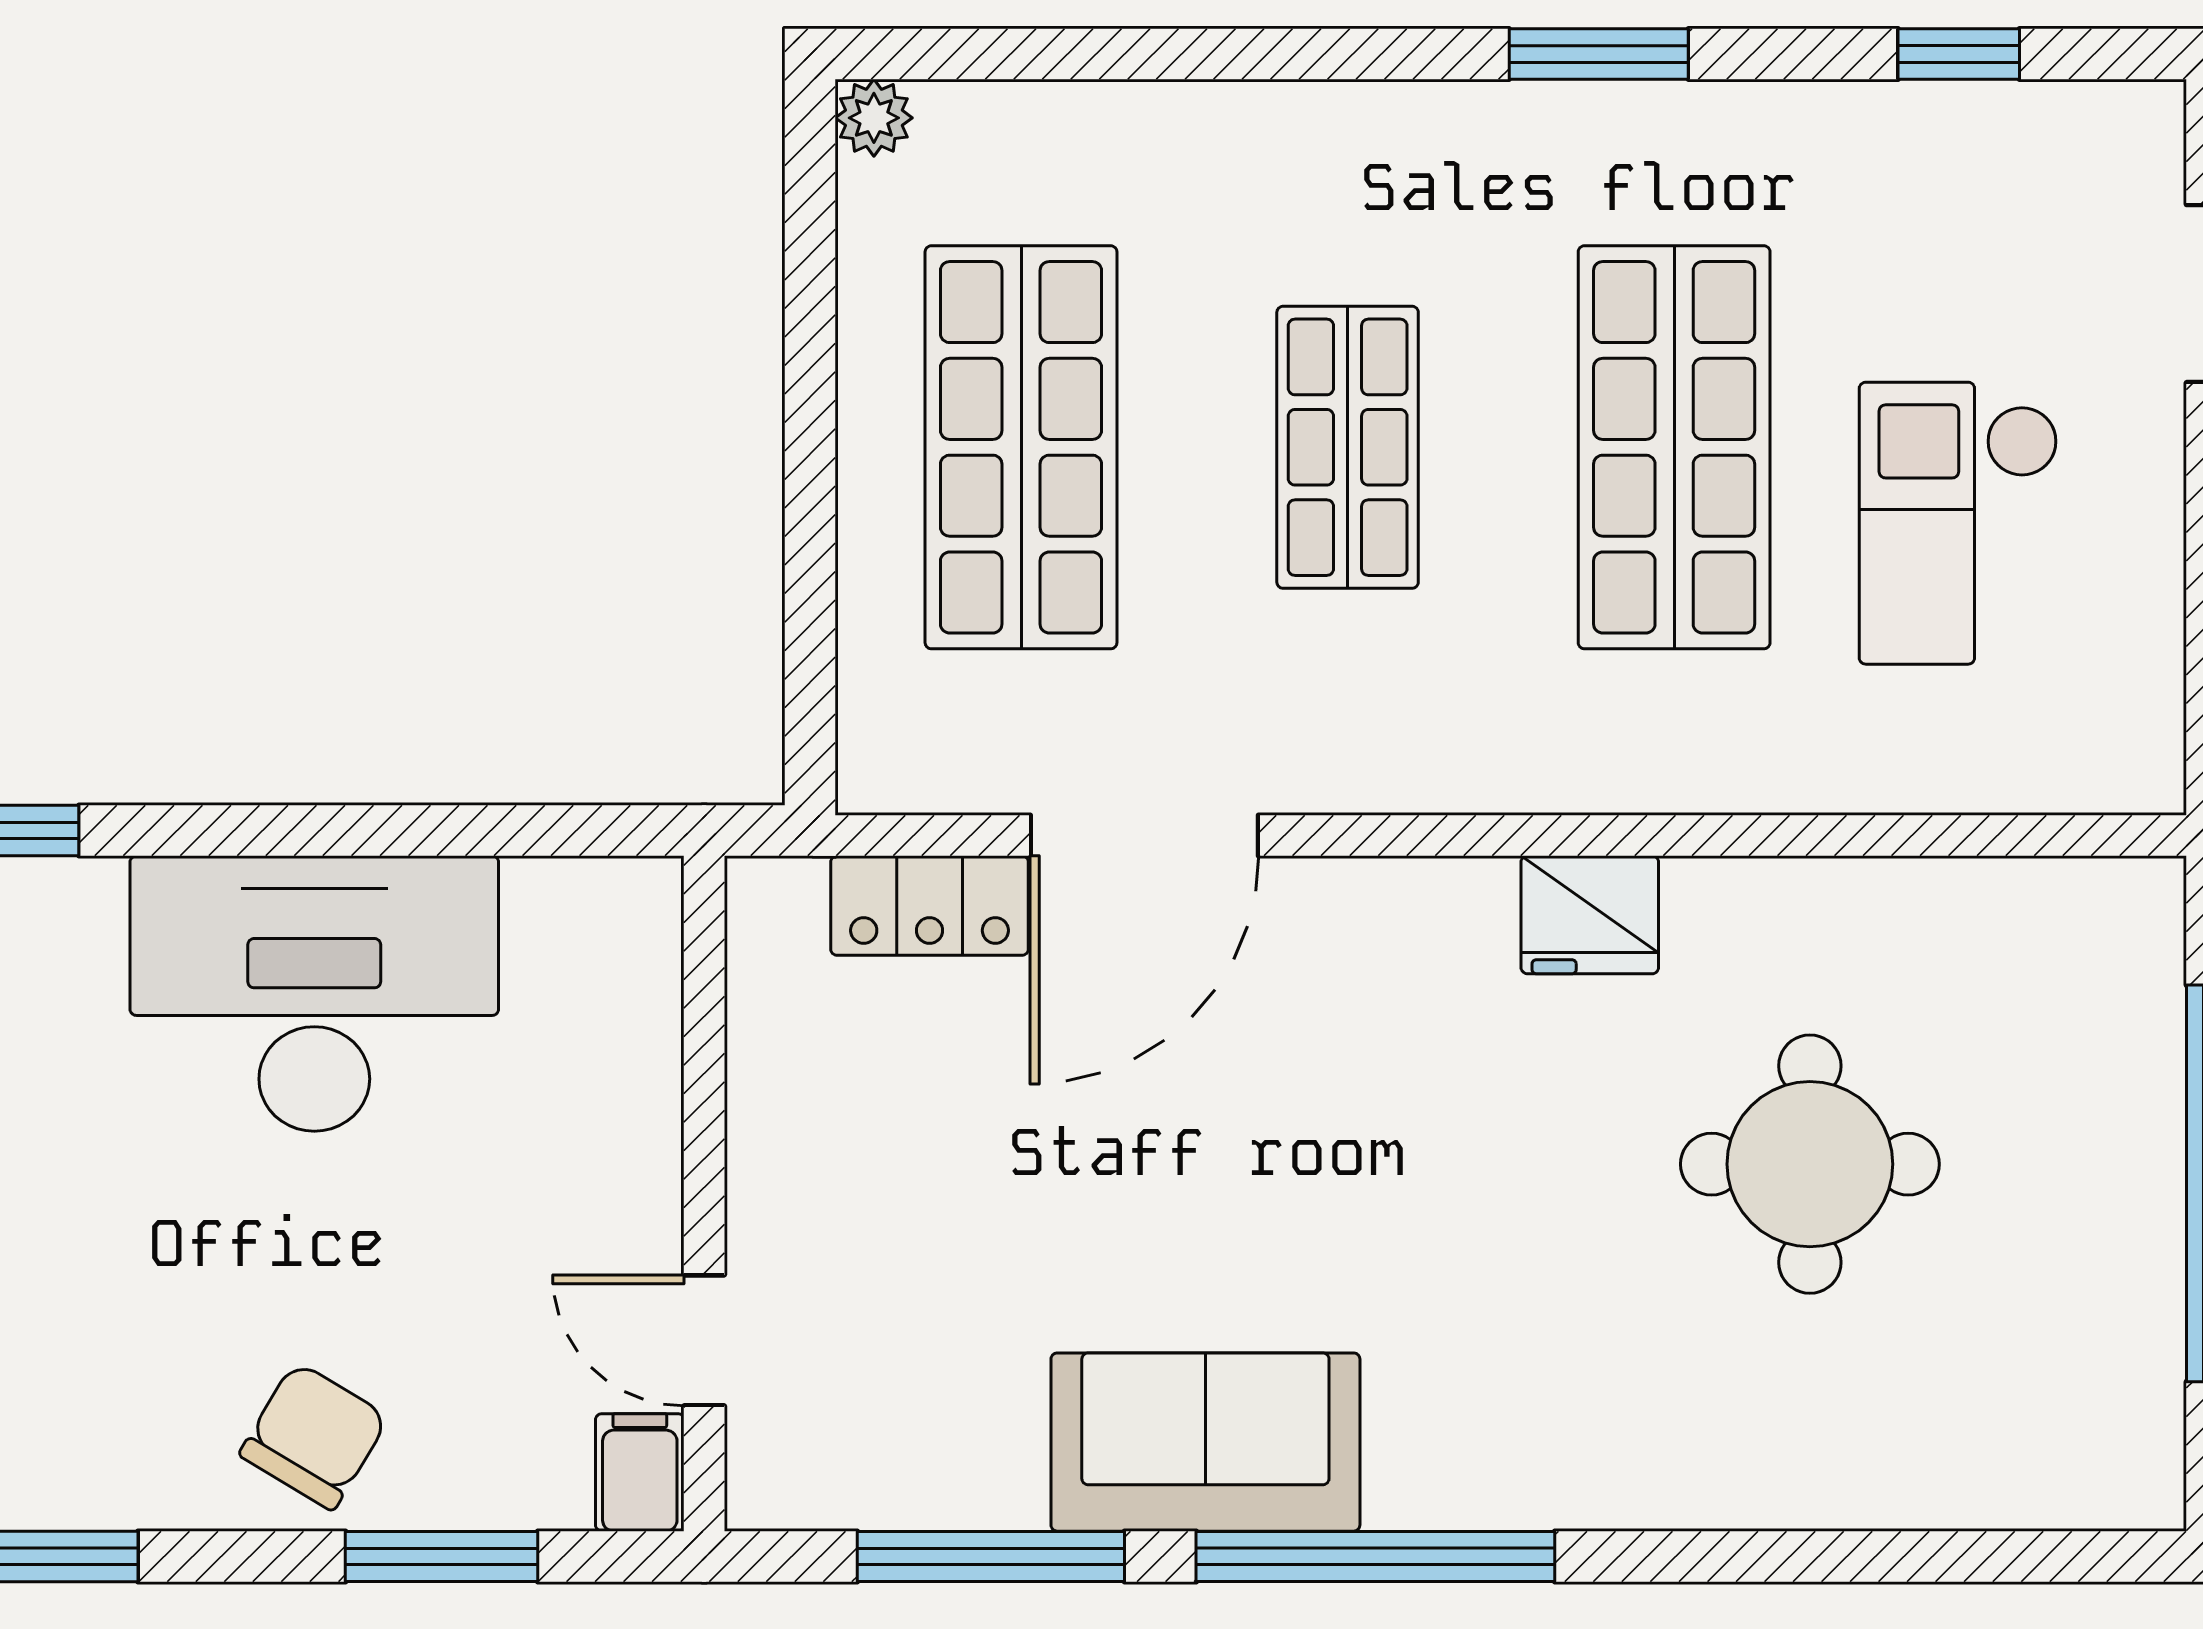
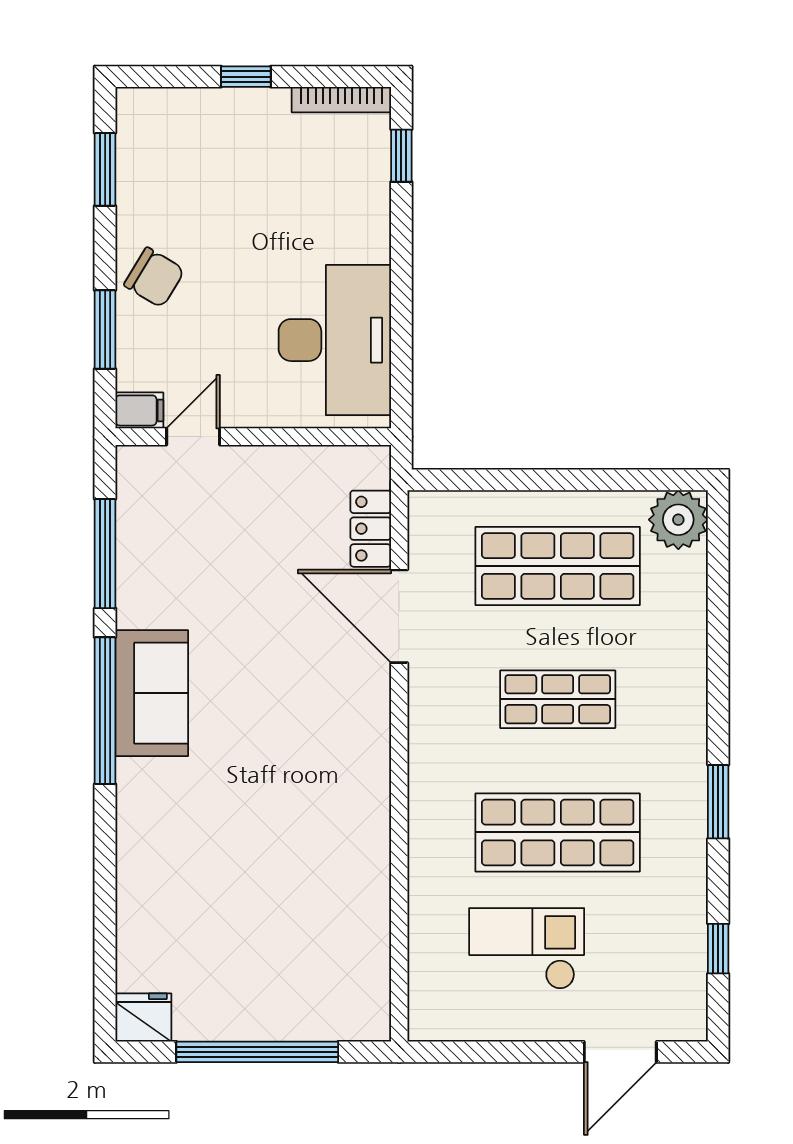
plant: (874, 118) -> (678, 520), width x1.87, depth x1.87
fridge: (1590, 915) -> (143, 1017), moved, turned 90
desk: (314, 994) -> (335, 340), moved
round table: (1810, 1164) -> (265, 888), removed
sofa: (1205, 1442) -> (152, 693), moved

